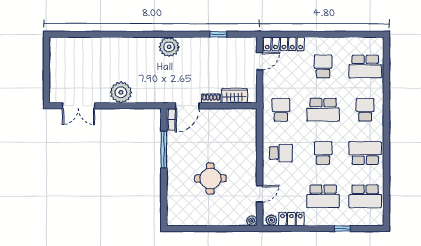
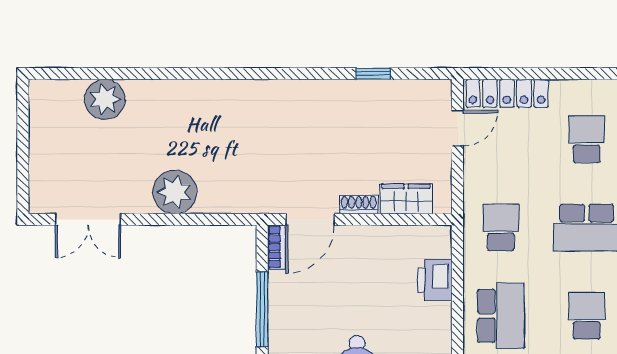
plant: (169, 47) -> (105, 99), moved
printer: (249, 135) -> (435, 280), added
school desk: (281, 153) -> (501, 316), width x1.85

